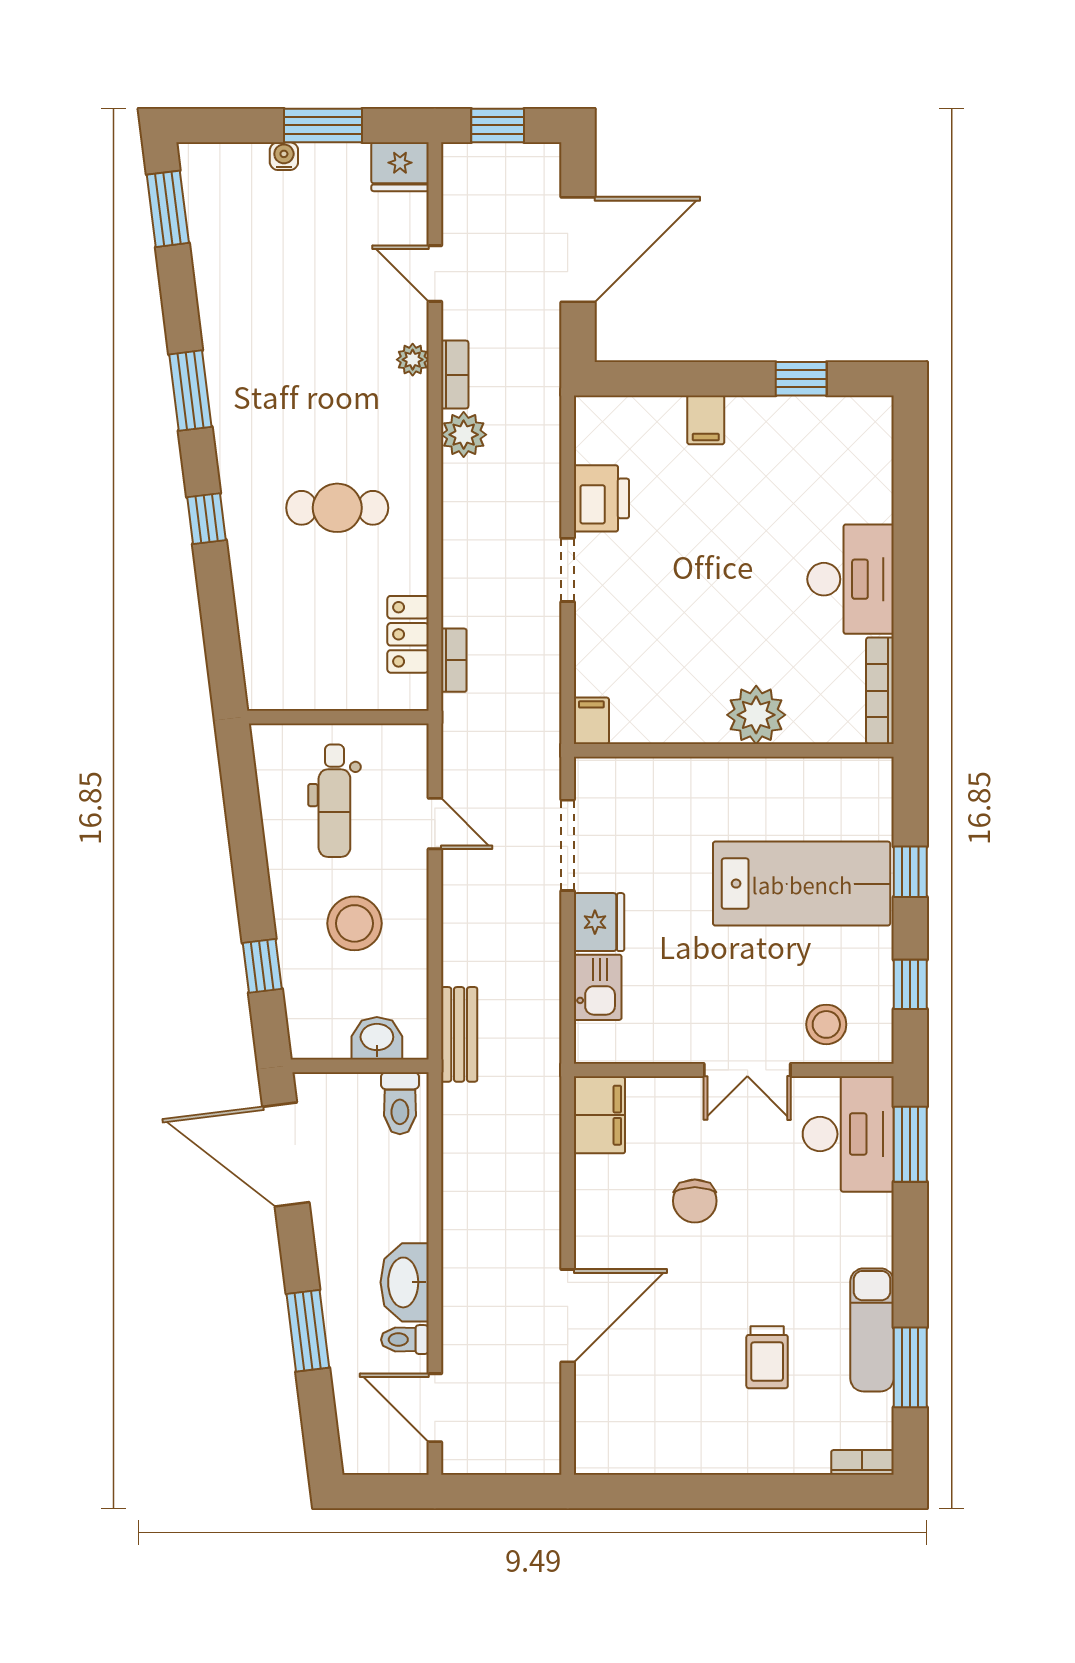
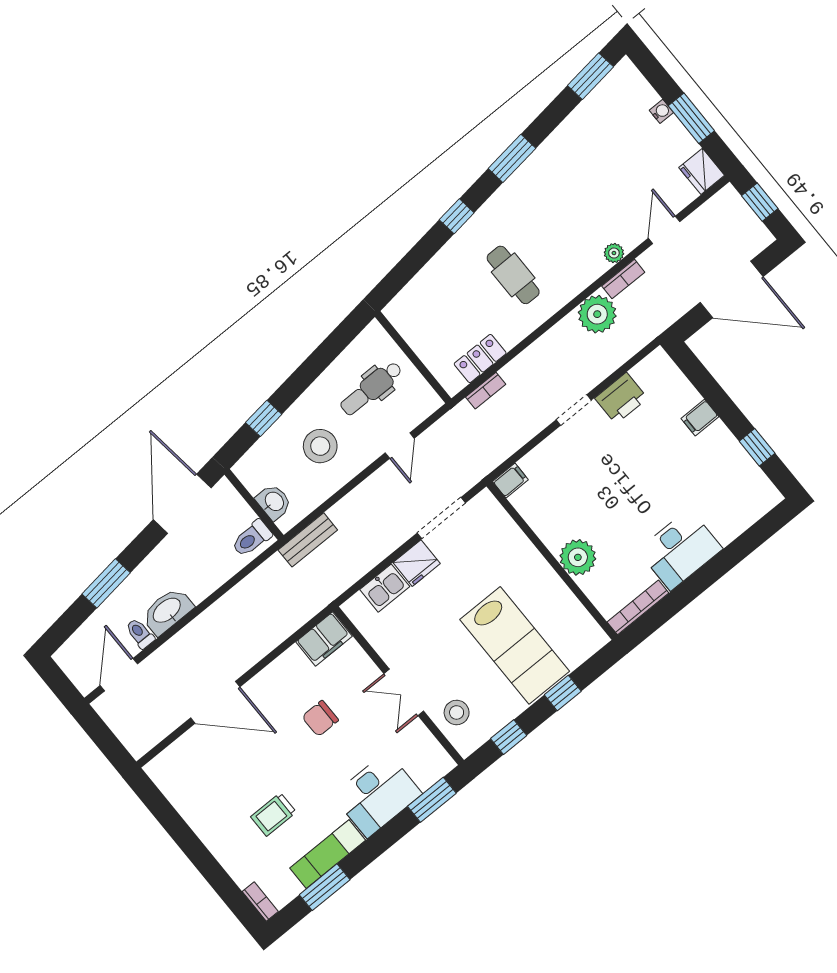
plant: (464, 435) -> (597, 314), width x1.36, depth x1.36
desk: (848, 1134) -> (377, 795), moved

